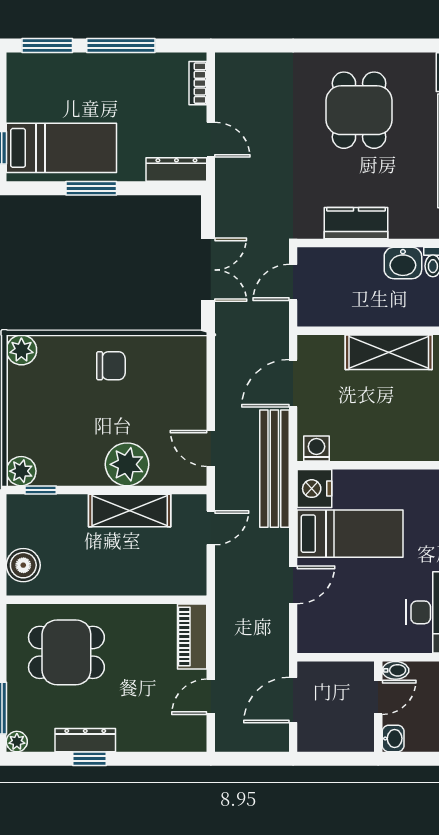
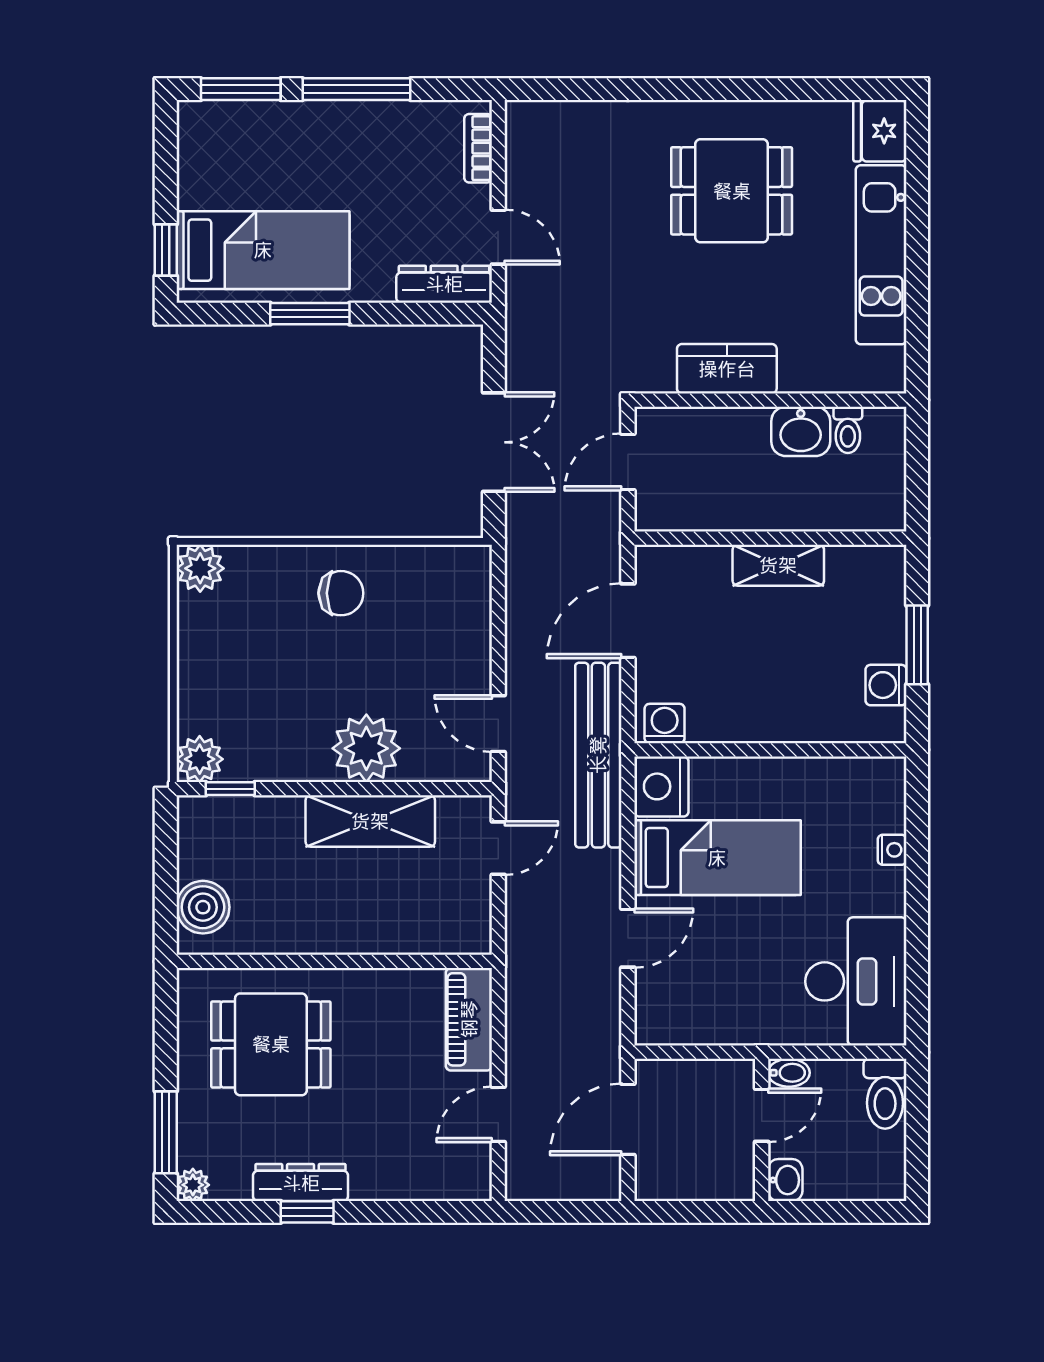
dining table: (359, 110) -> (732, 191), turned 90
shelving: (389, 352) -> (778, 565), width x0.67, depth x0.75

